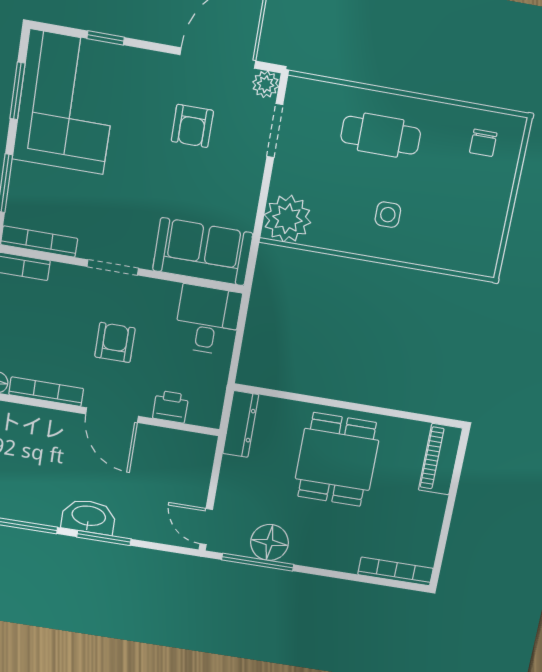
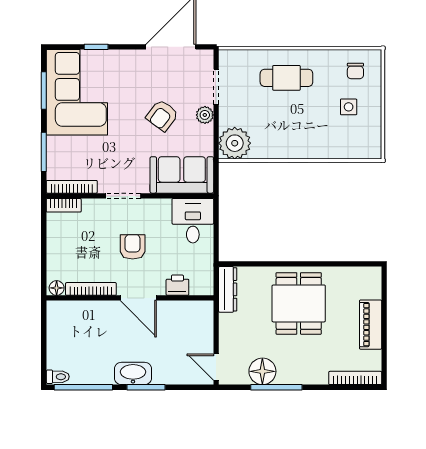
plant: (266, 84) -> (205, 115), moved
armchair: (192, 126) -> (162, 115), moved, turned 37
side table: (388, 215) -> (349, 107), moved
piano: (440, 459) -> (371, 325), moved
window: (258, 562) -> (276, 387), moved

